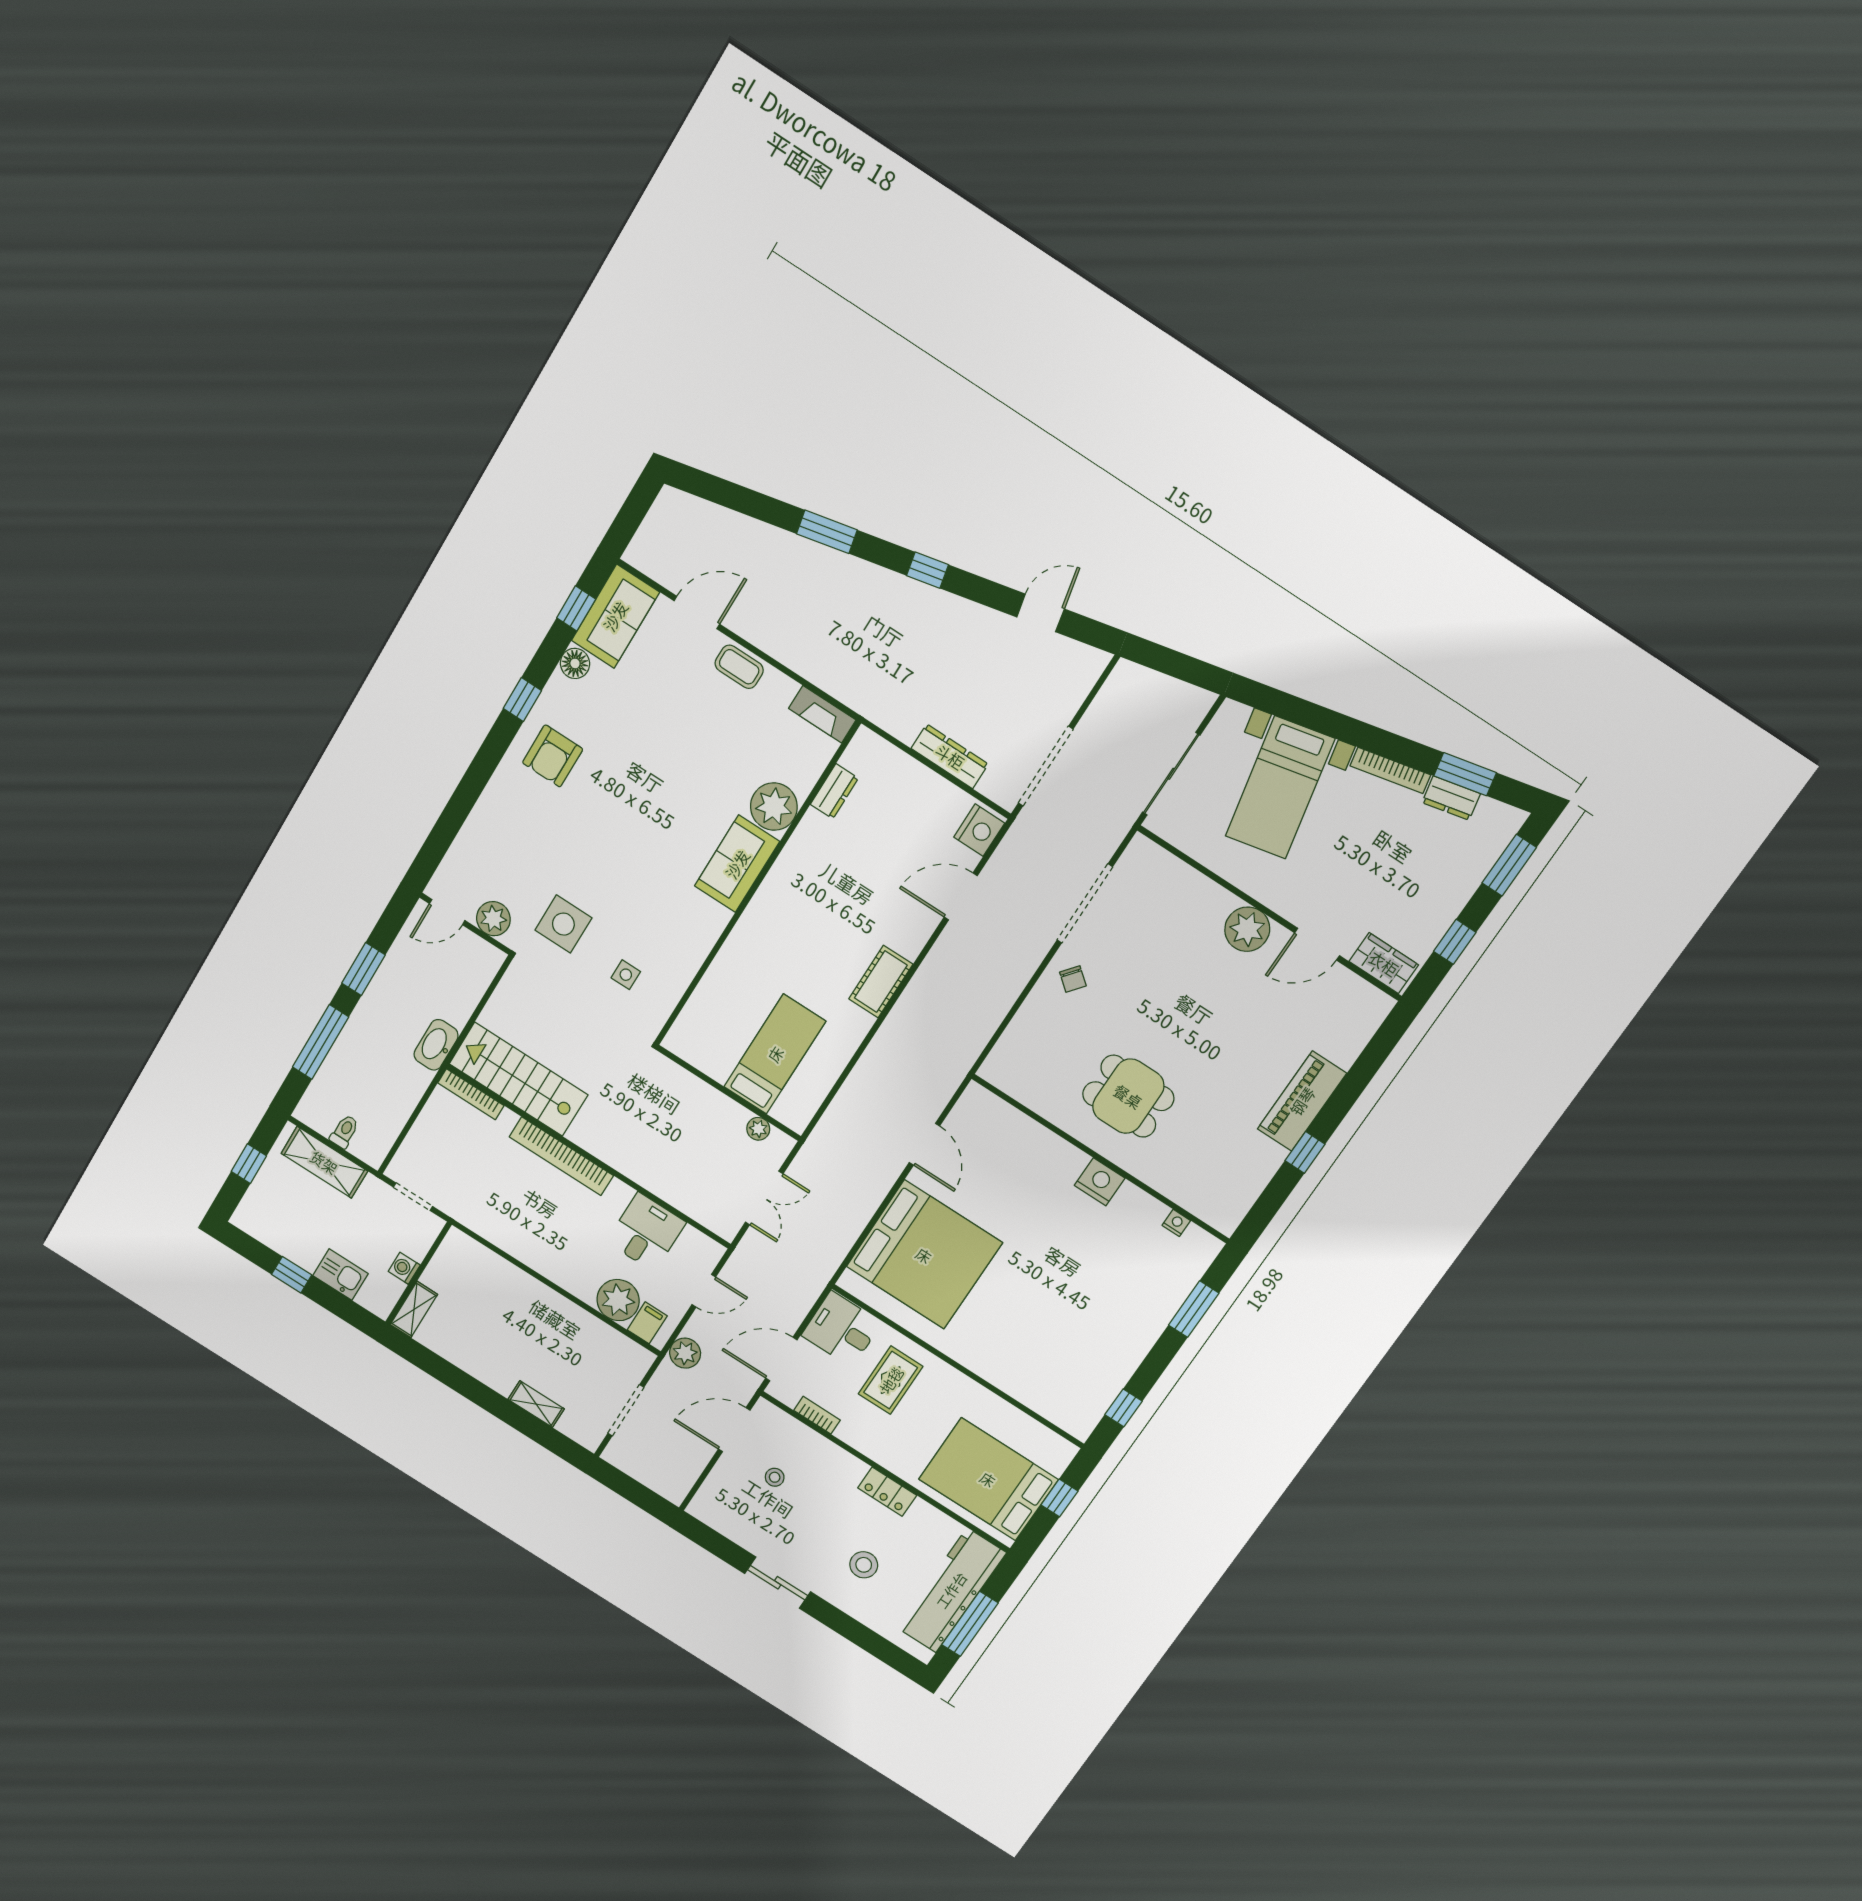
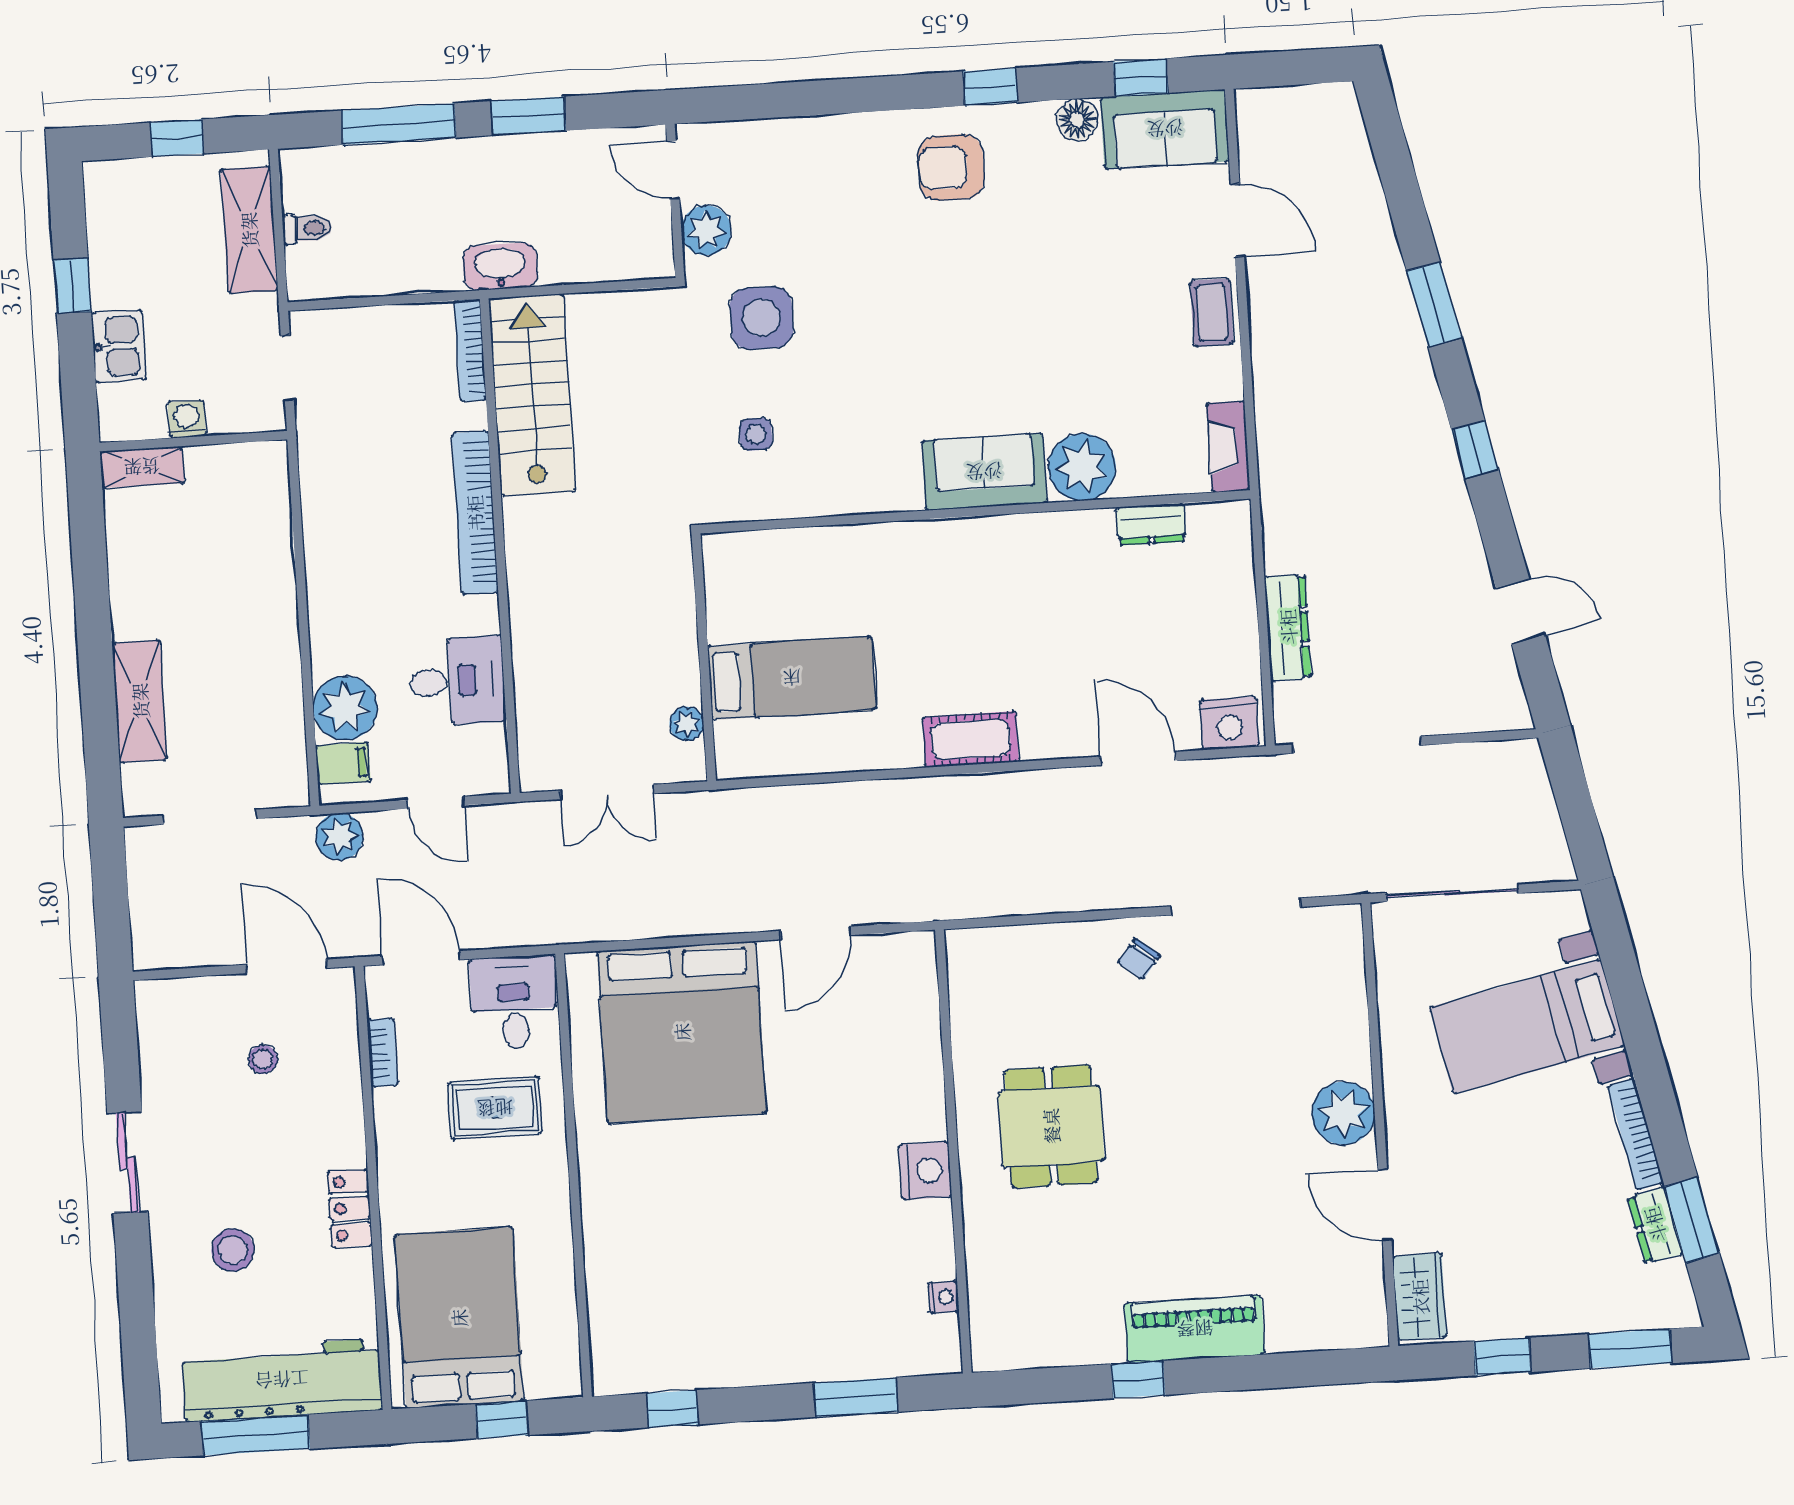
shelving: (536, 1404) -> (140, 701), width x1.50, depth x1.33

